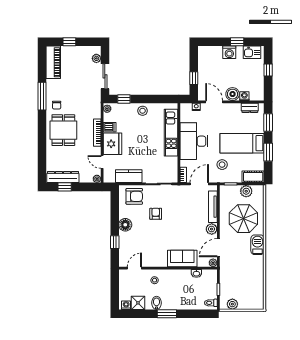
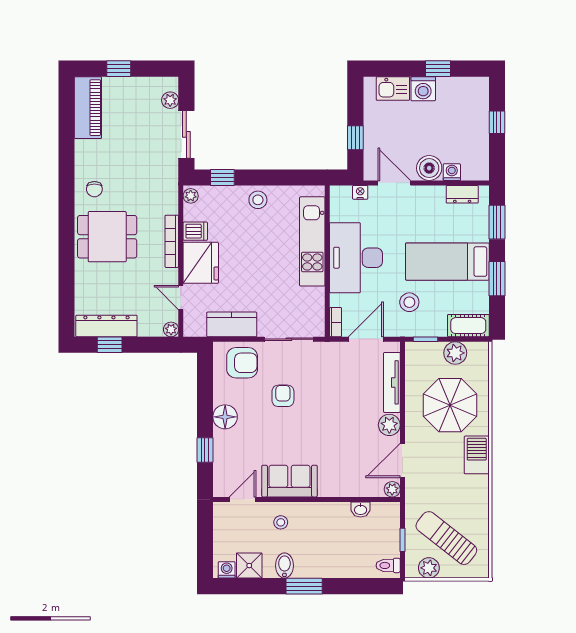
kitchen sink: (252, 52) -> (393, 89), moved
window: (42, 96) -> (67, 172), removed
dining table: (63, 130) -> (107, 237), turned 90
sofa: (182, 259) -> (290, 481), moved
sun lounger: (242, 288) -> (446, 538), added

